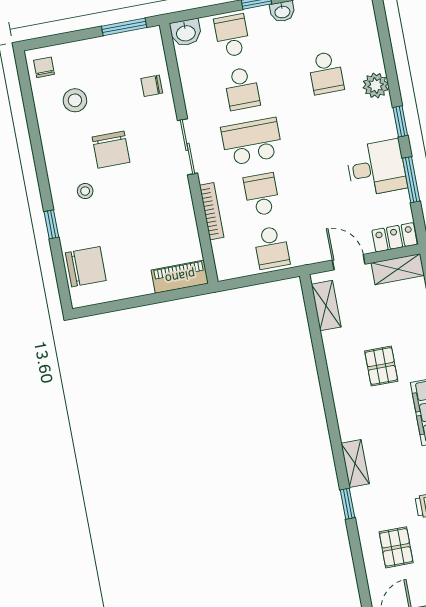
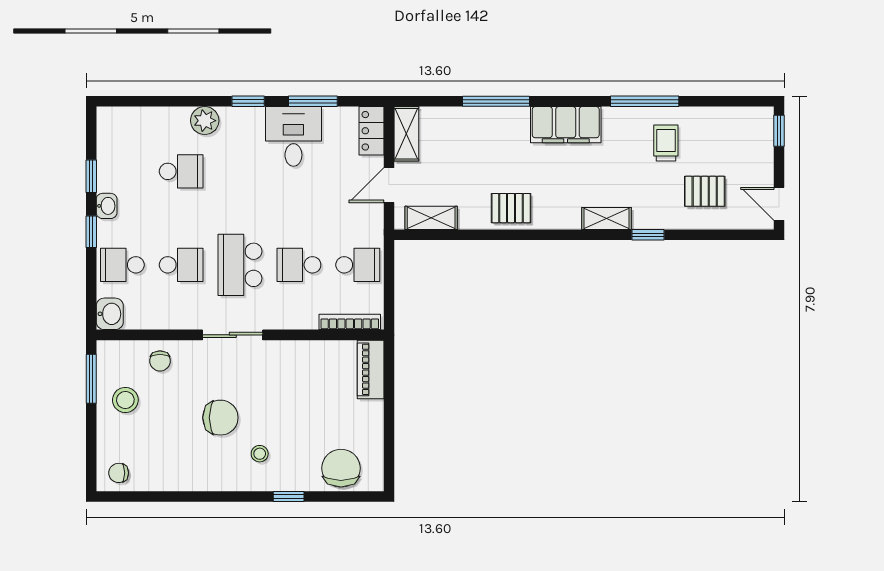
stool: (75, 100) -> (125, 400), moved
bookcase: (212, 211) -> (350, 322), moved
pallet: (381, 366) -> (511, 208), moved

